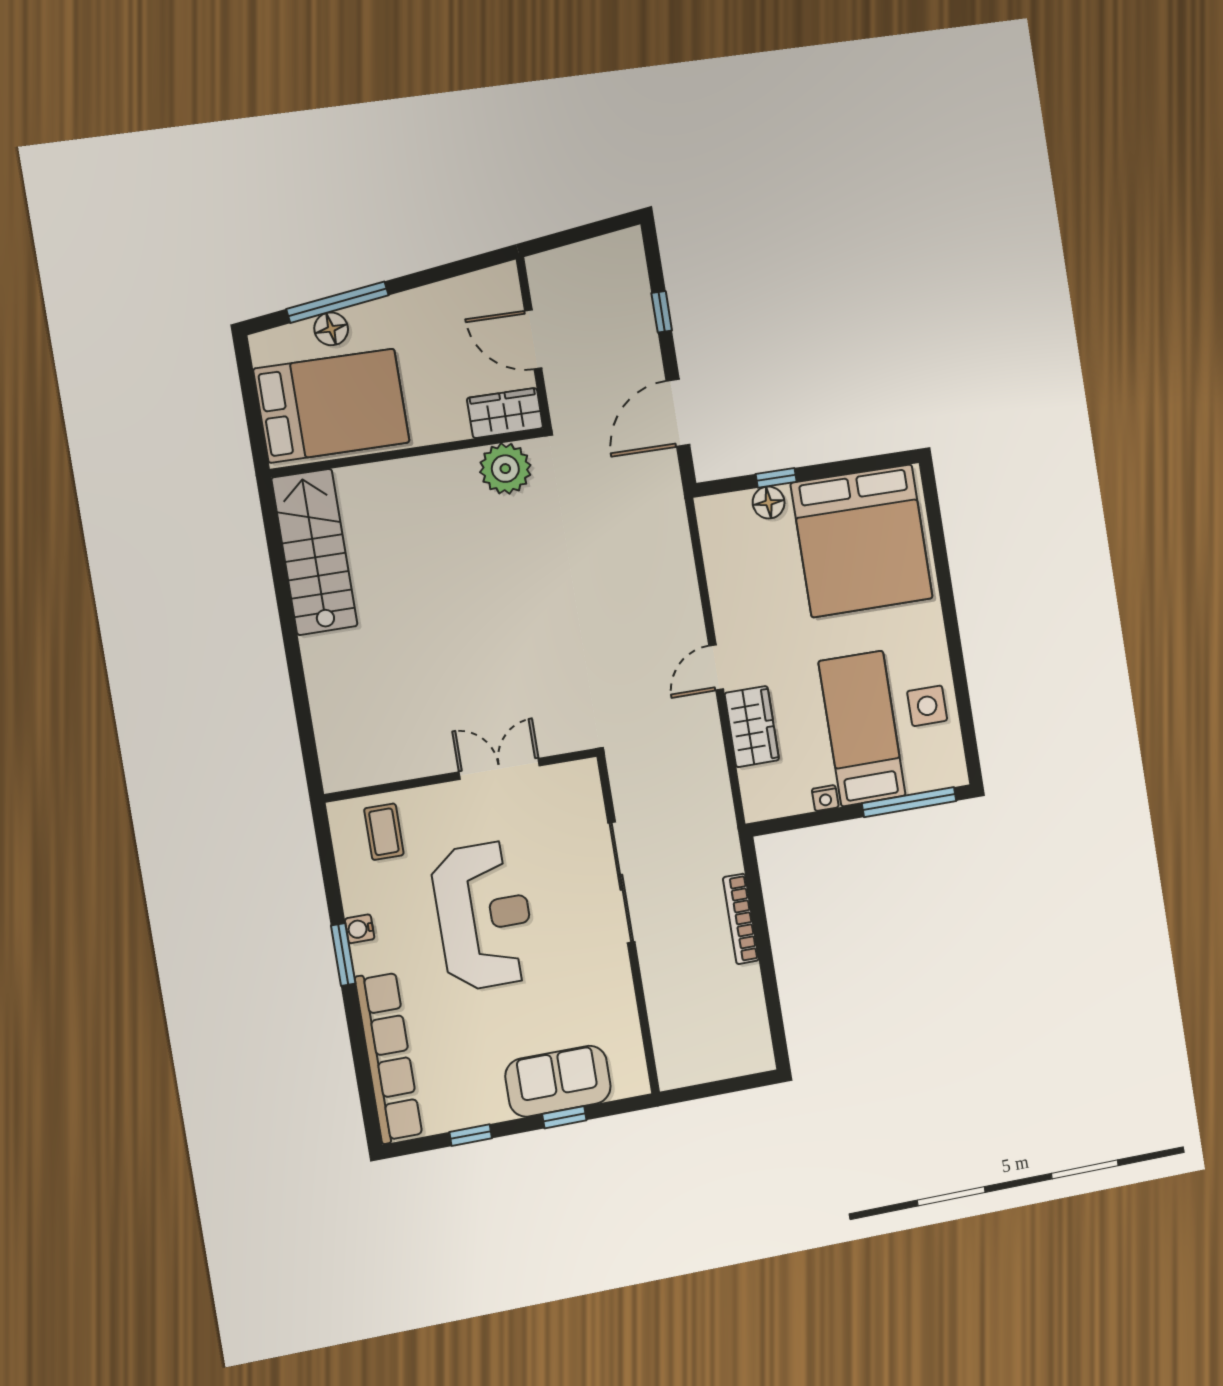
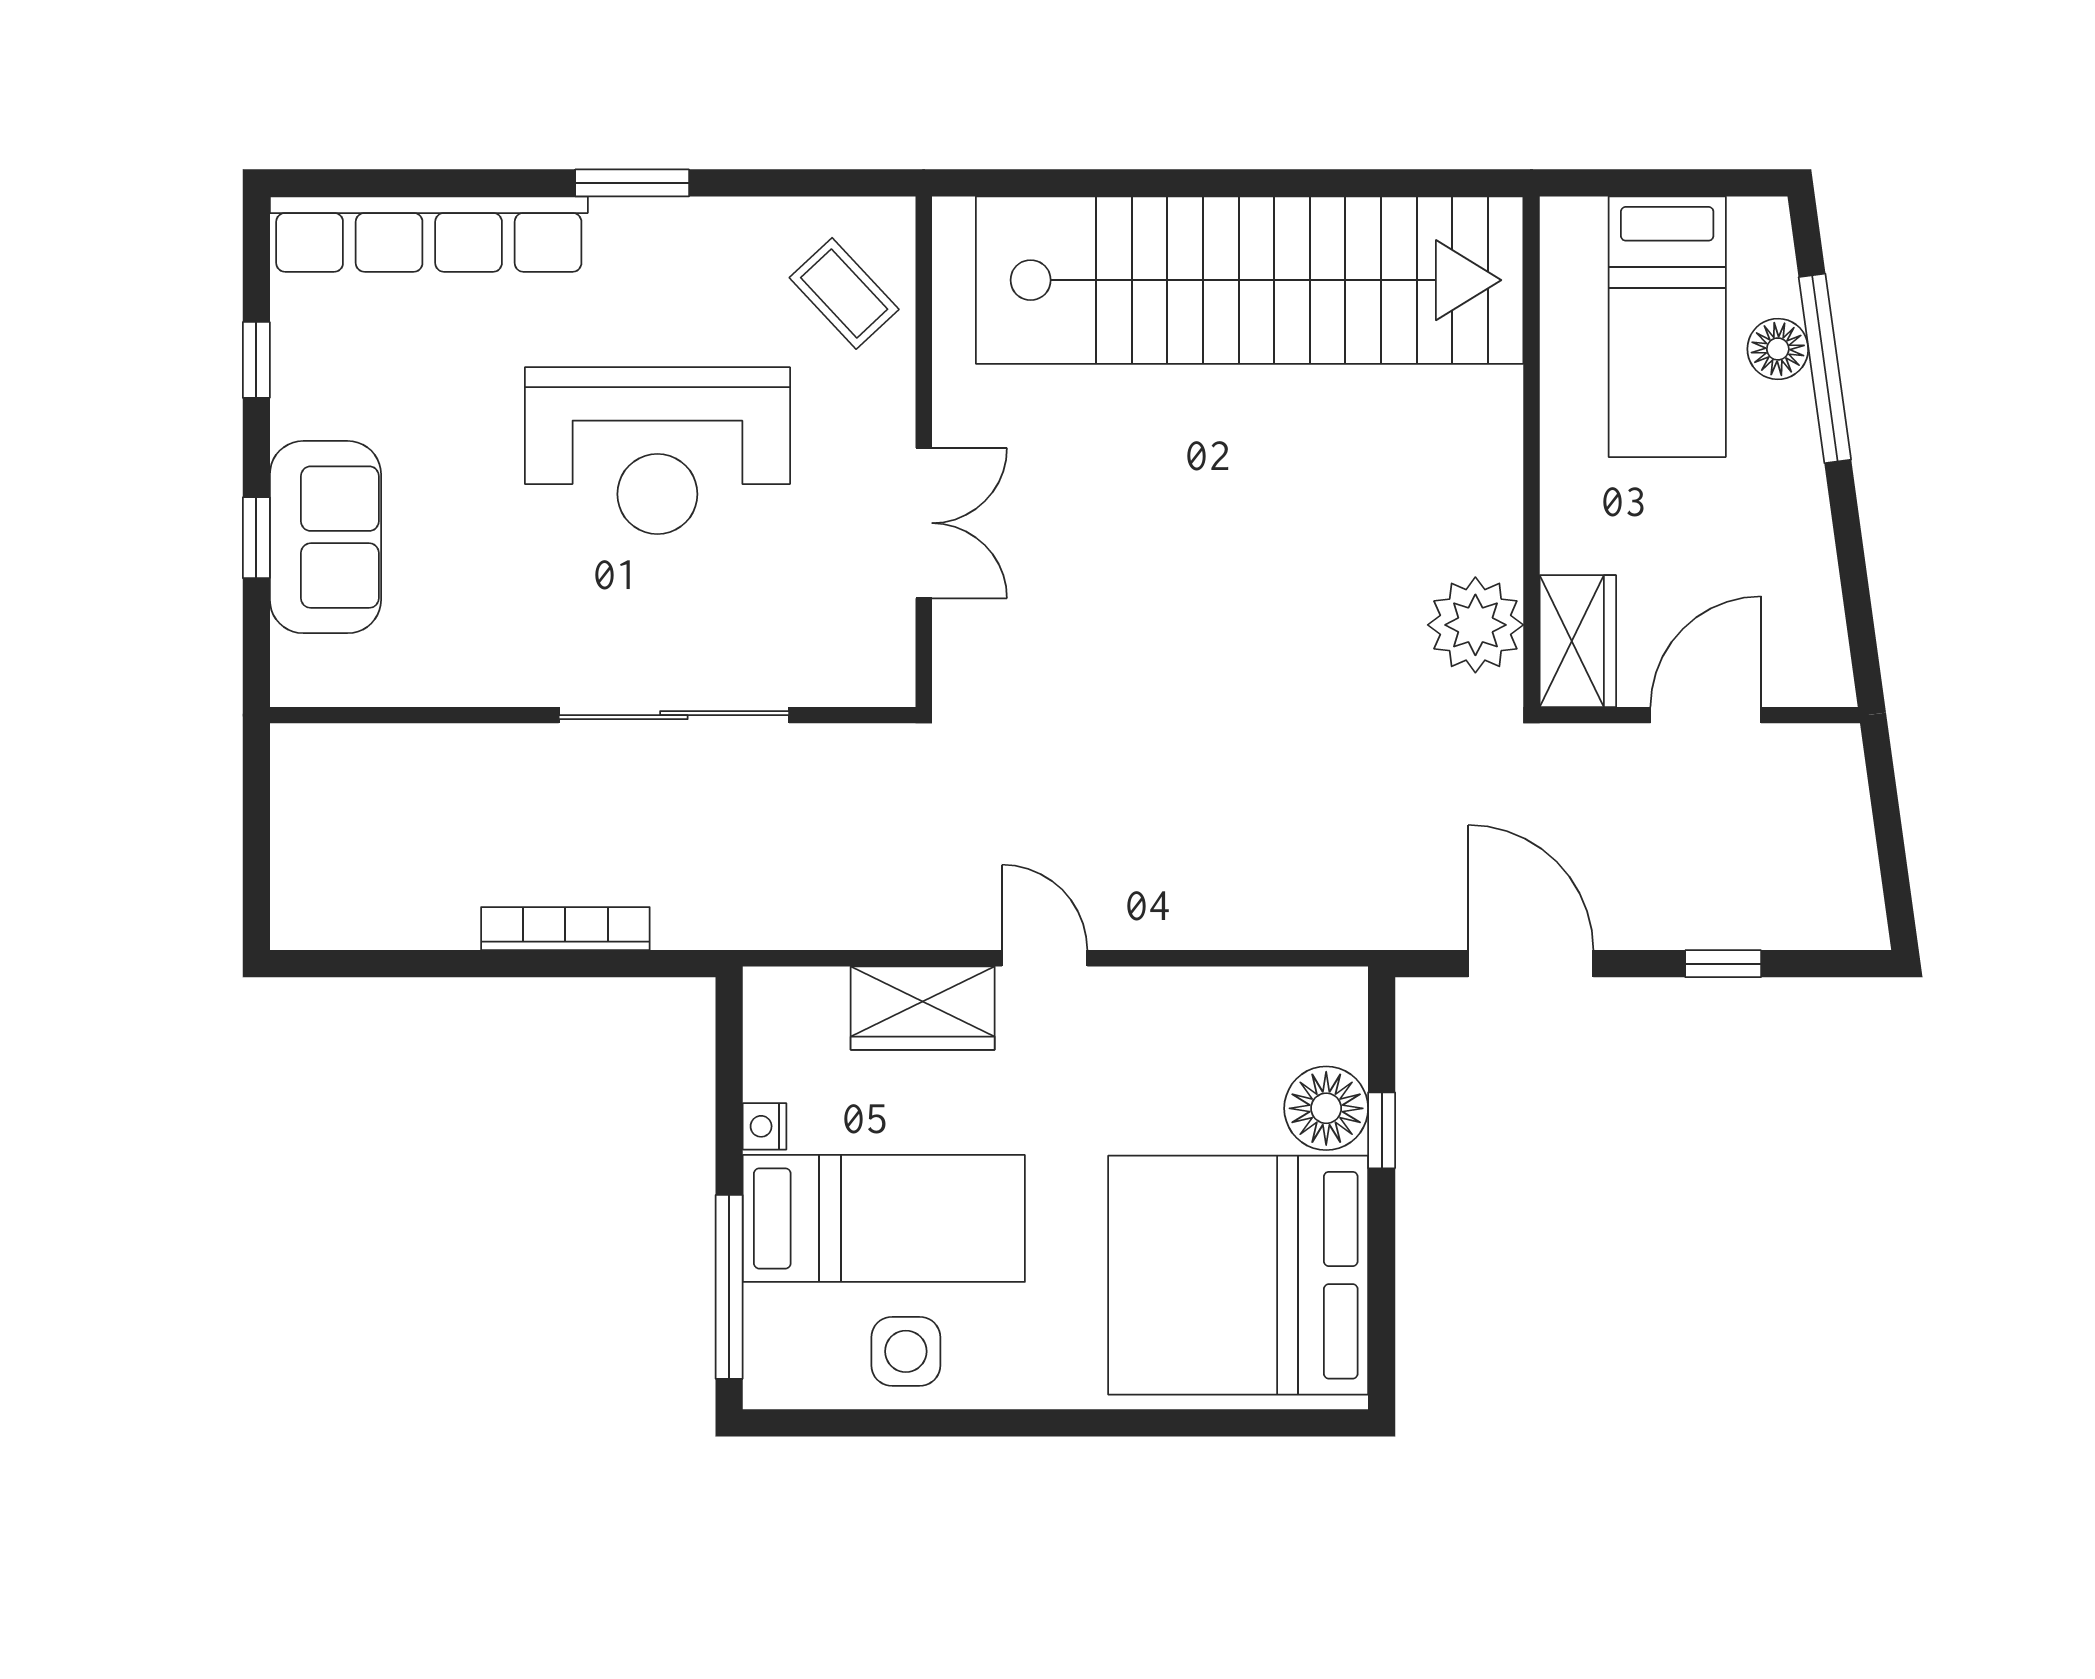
bed: (332, 406) -> (1667, 327), width x0.67
floor lamp: (769, 503) -> (1326, 1108), width x1.38, depth x1.38
stairs: (314, 552) -> (1250, 280), width x1.86, depth x1.51
coffee table: (384, 832) -> (844, 293), turned 47
water cooler: (360, 929) -> (674, 220), removed

